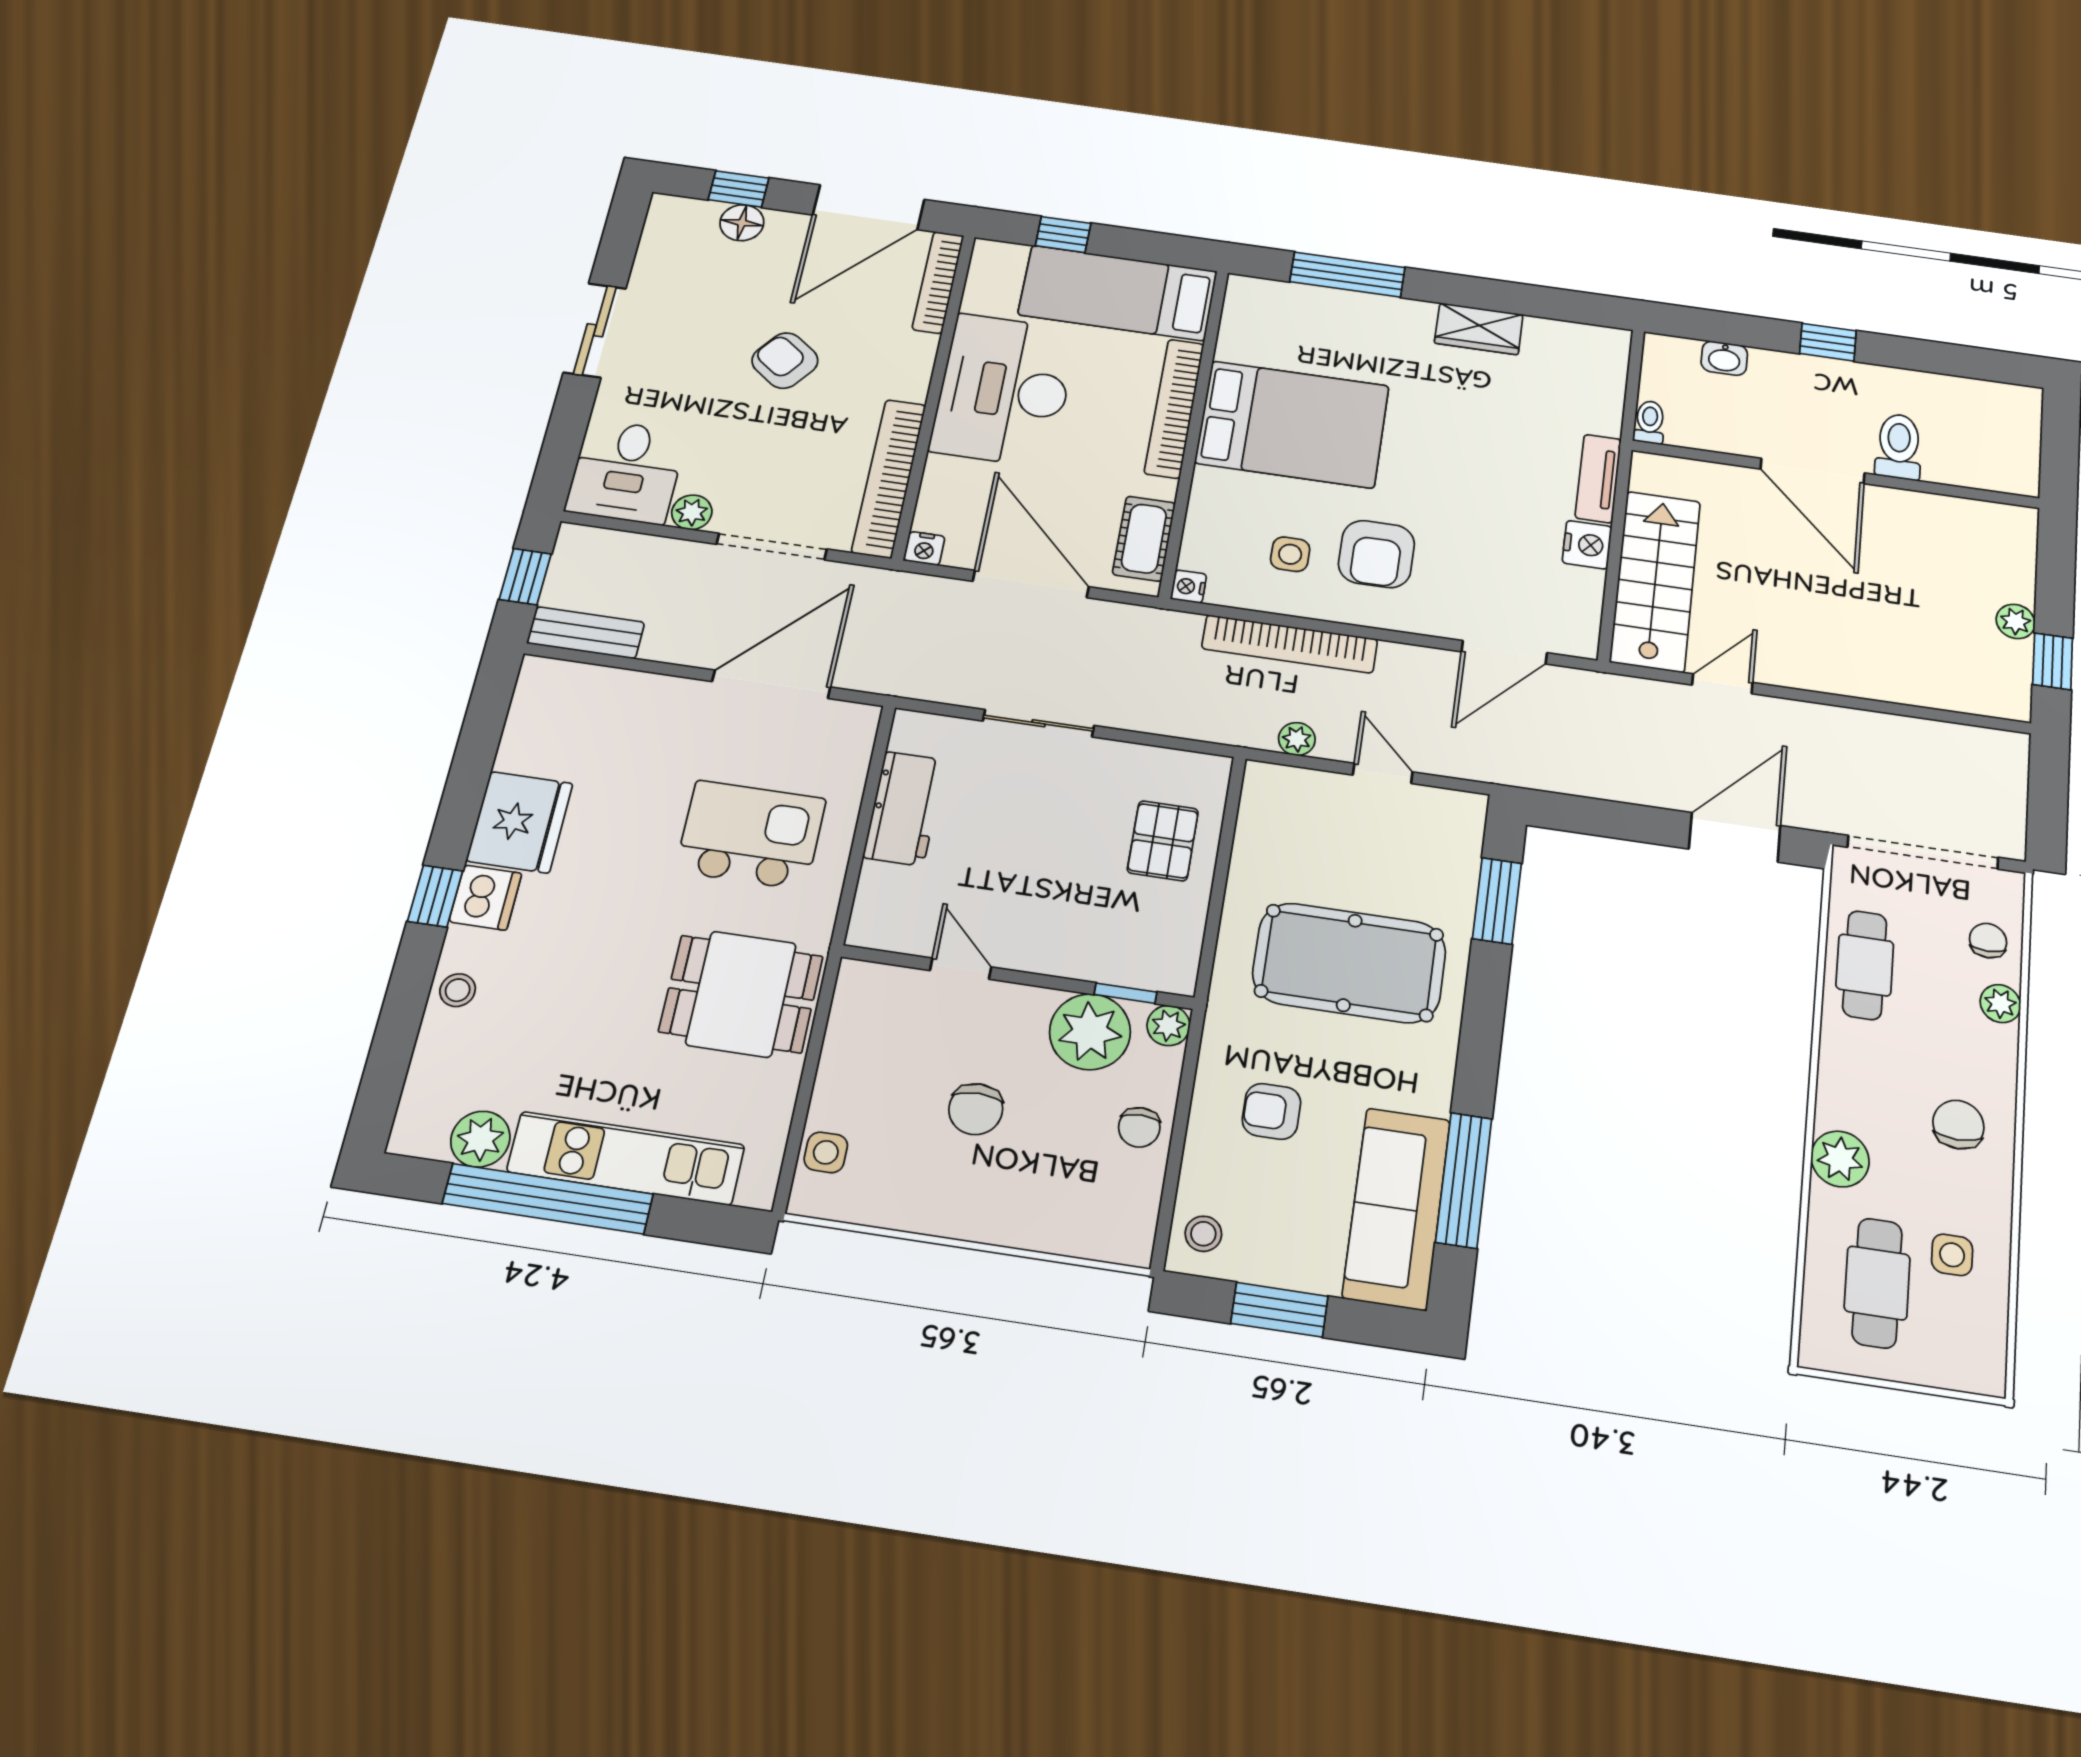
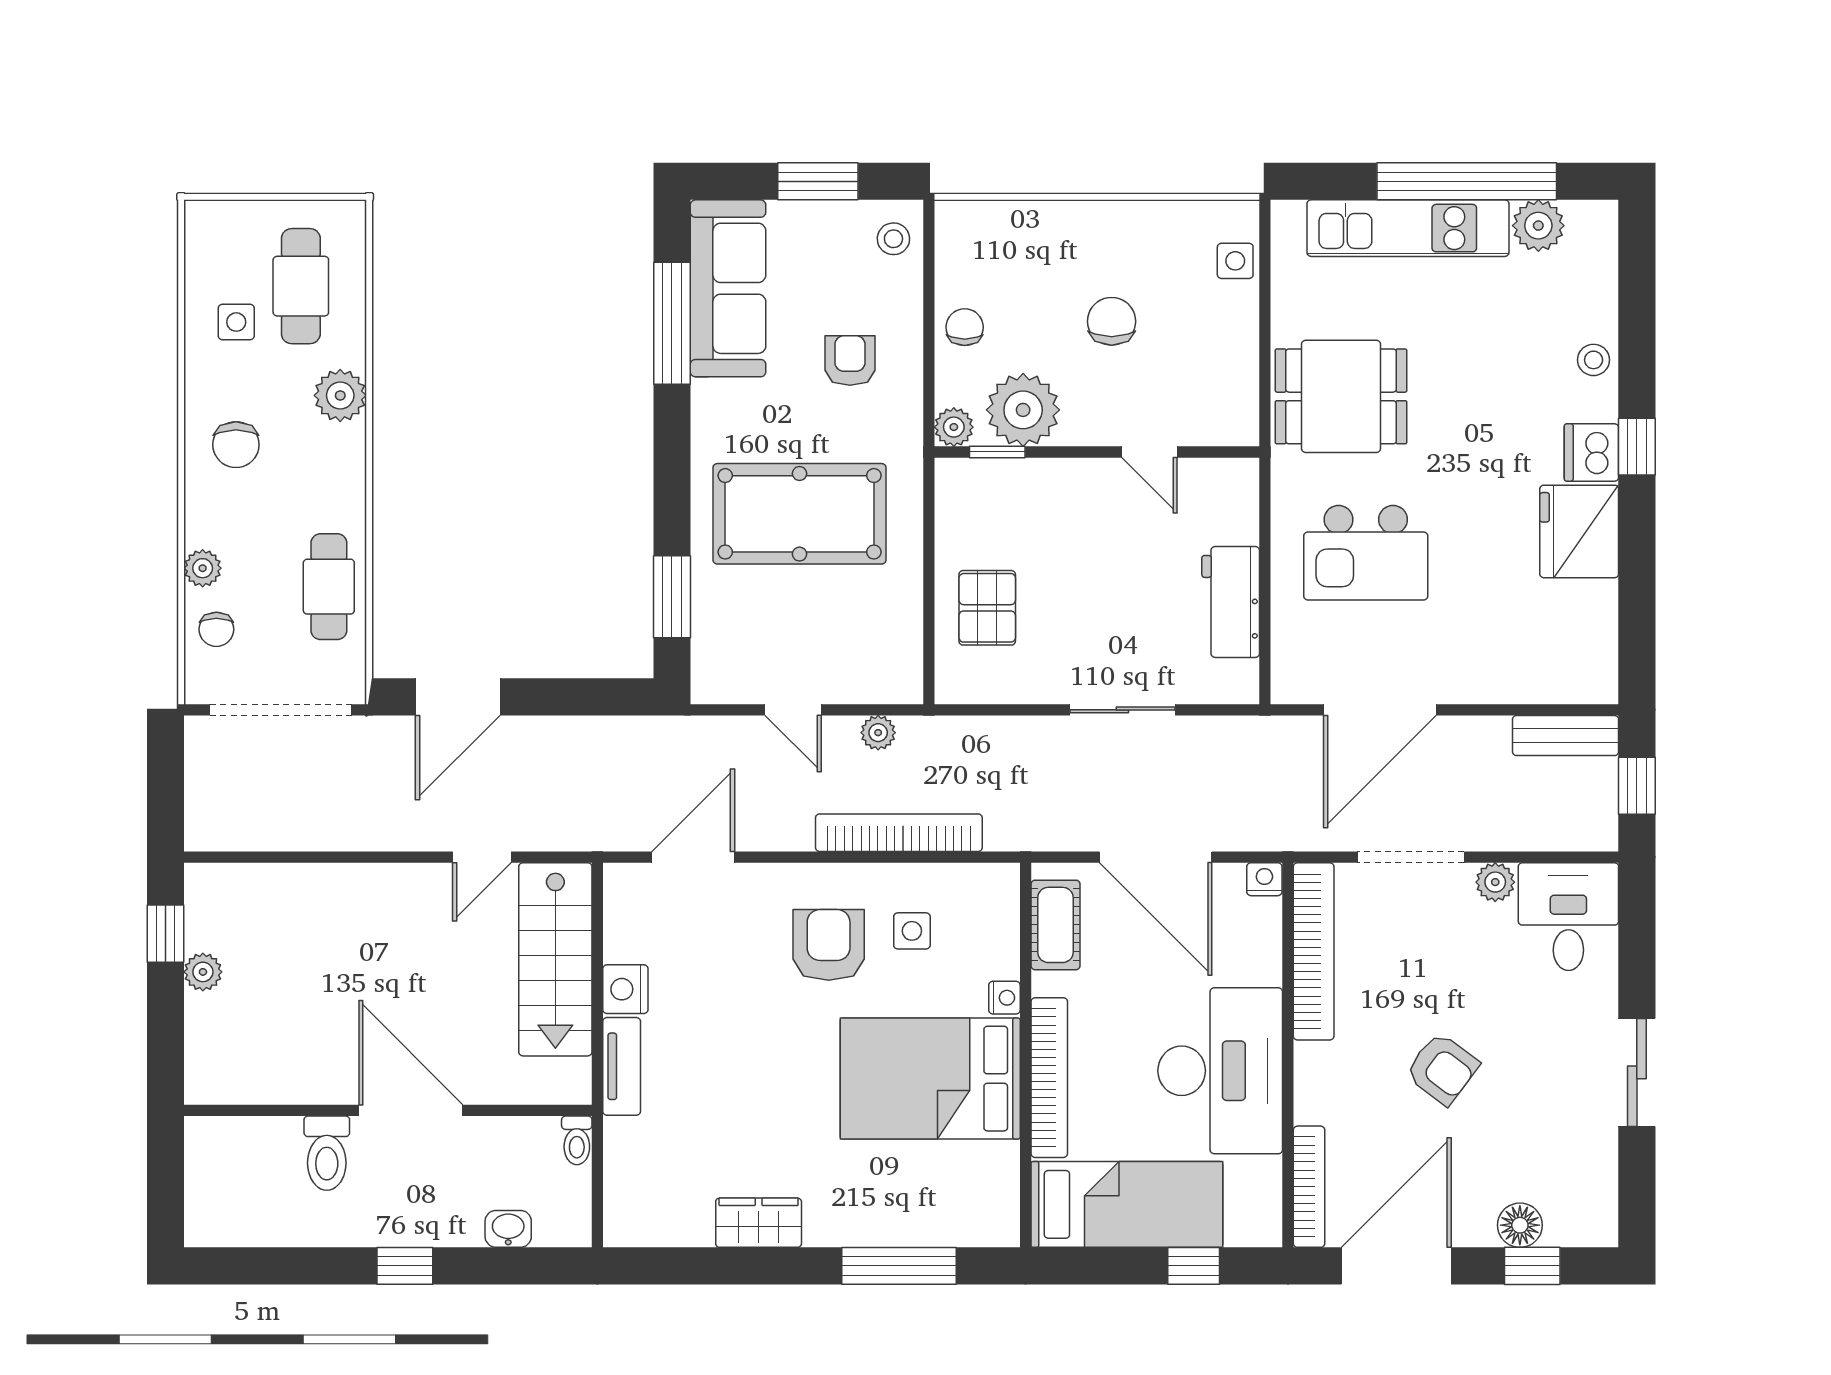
nightstand: (1189, 587) -> (1004, 998), moved
armchair: (1272, 1111) -> (850, 360), turned -90

